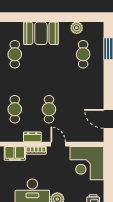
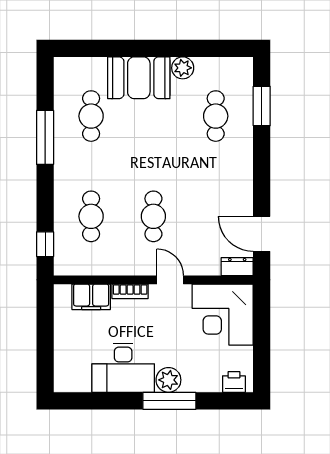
plant: (77, 28) -> (183, 68), moved
dresser: (32, 137) -> (237, 267), moved

